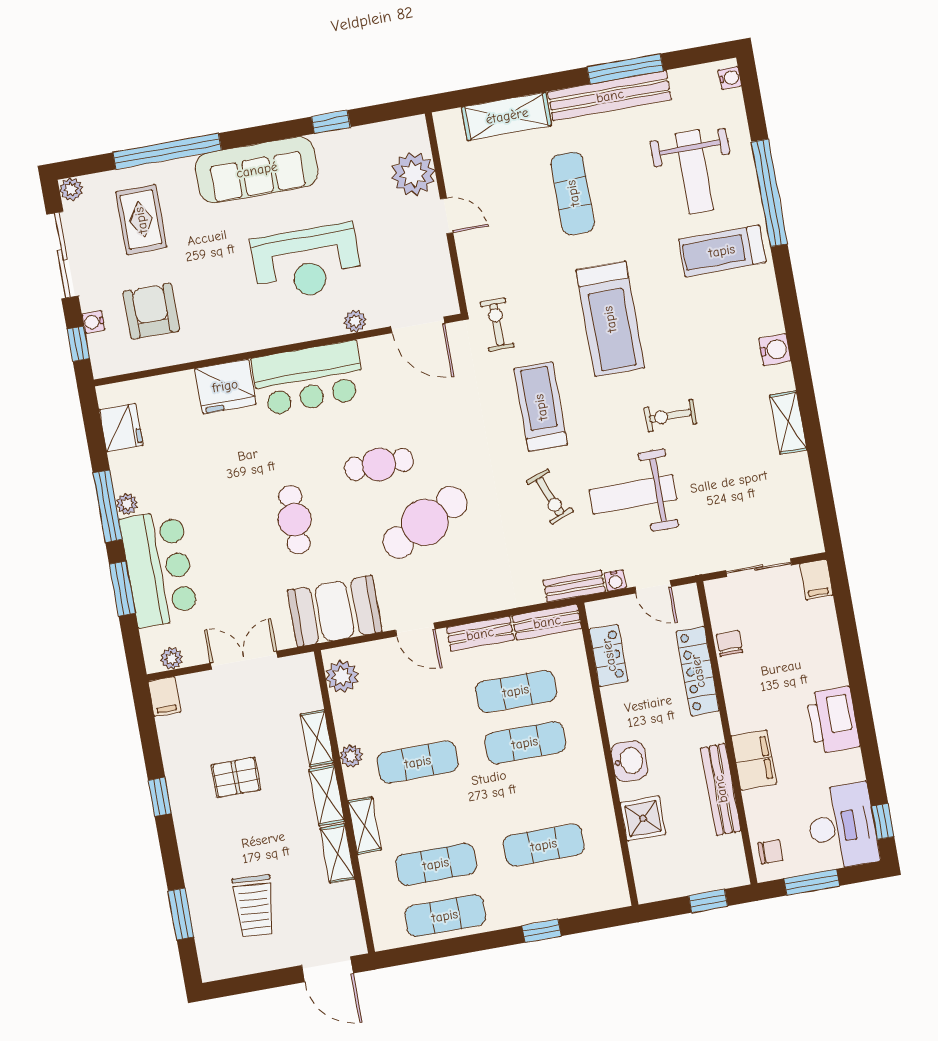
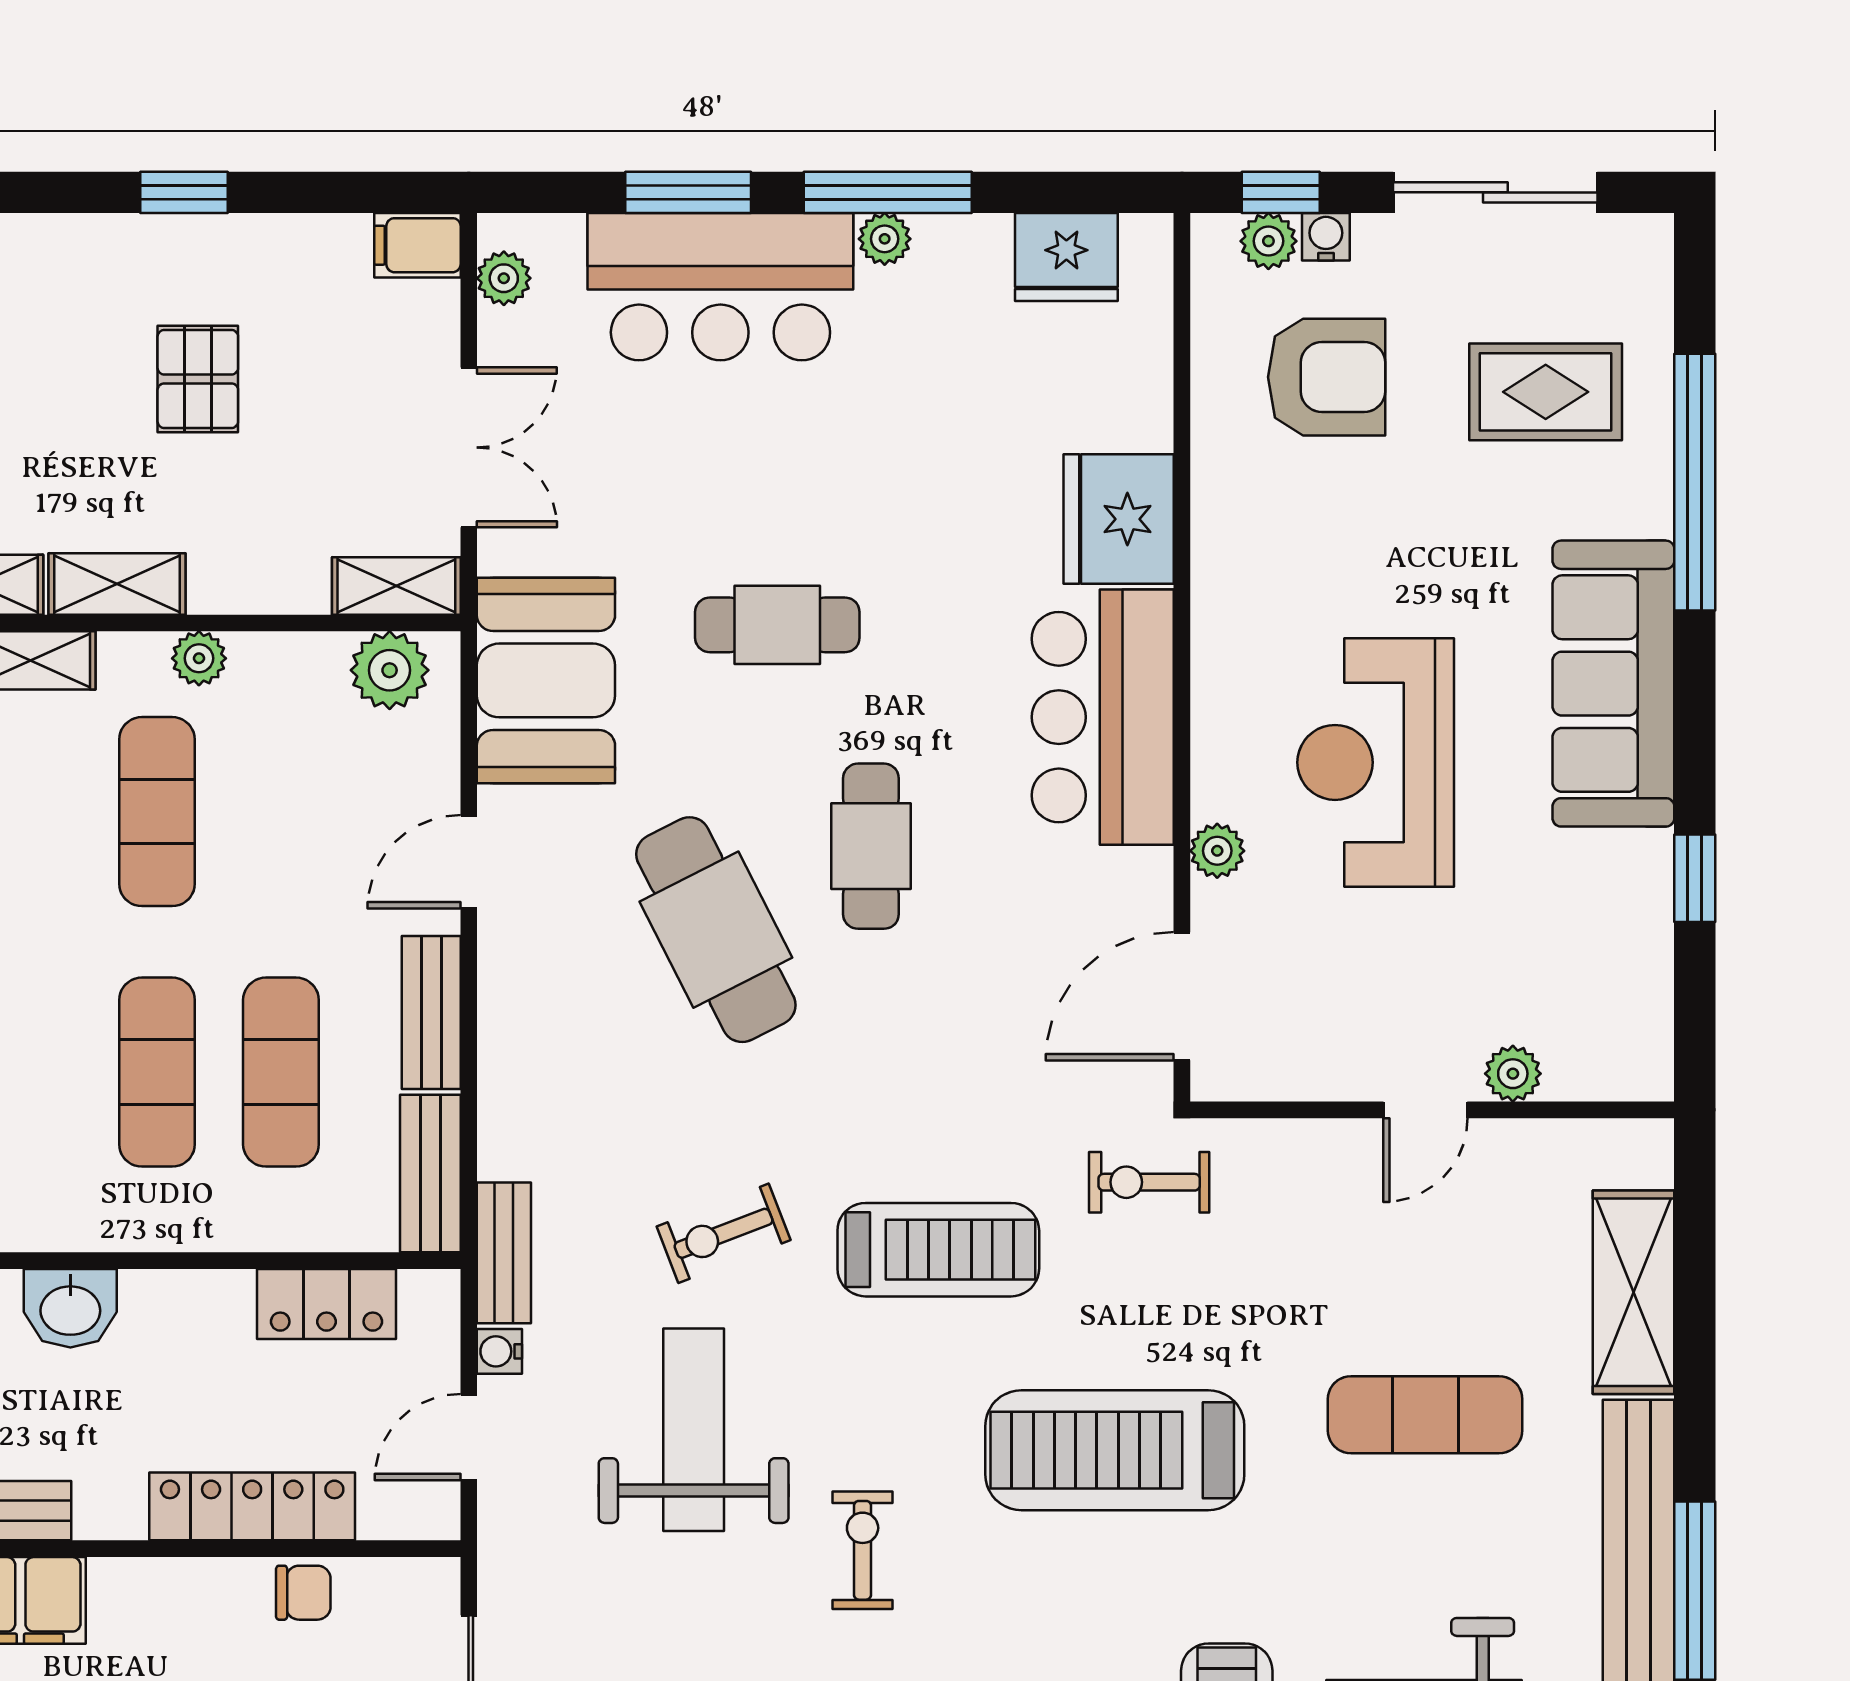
plant: (413, 174) -> (1513, 1074), width x0.53, depth x0.53
plant: (71, 189) -> (1268, 241), moved
exercise bike: (497, 325) -> (1149, 1182), turned 180
shelving: (317, 738) -> (396, 586), moved

